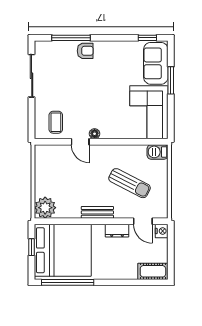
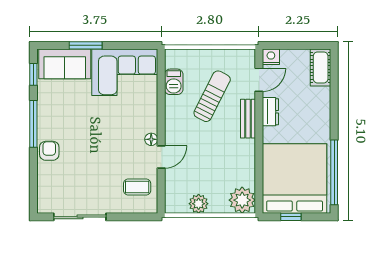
window: (71, 38) -> (33, 124), moved
barbecue: (158, 152) -> (174, 82), moved
plant: (42, 172) -> (199, 204), added
bench: (97, 212) -> (248, 119), moved

